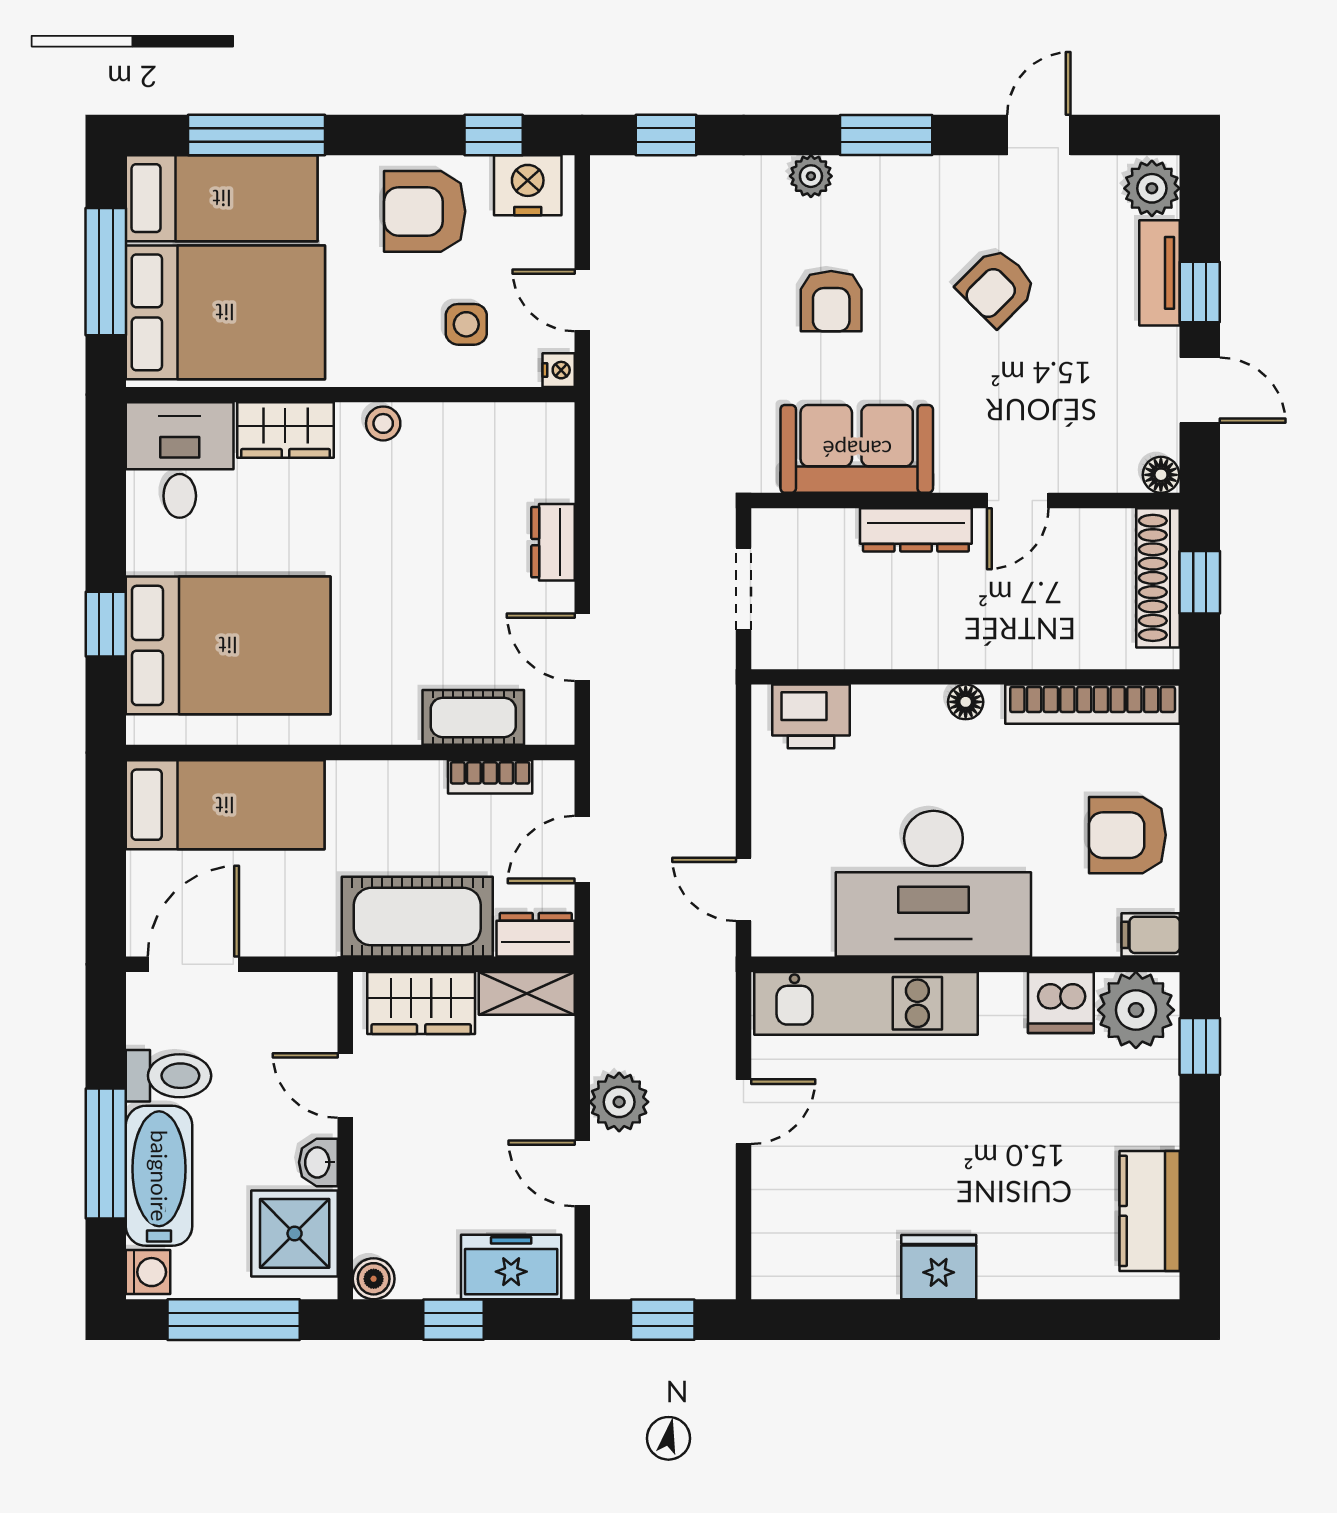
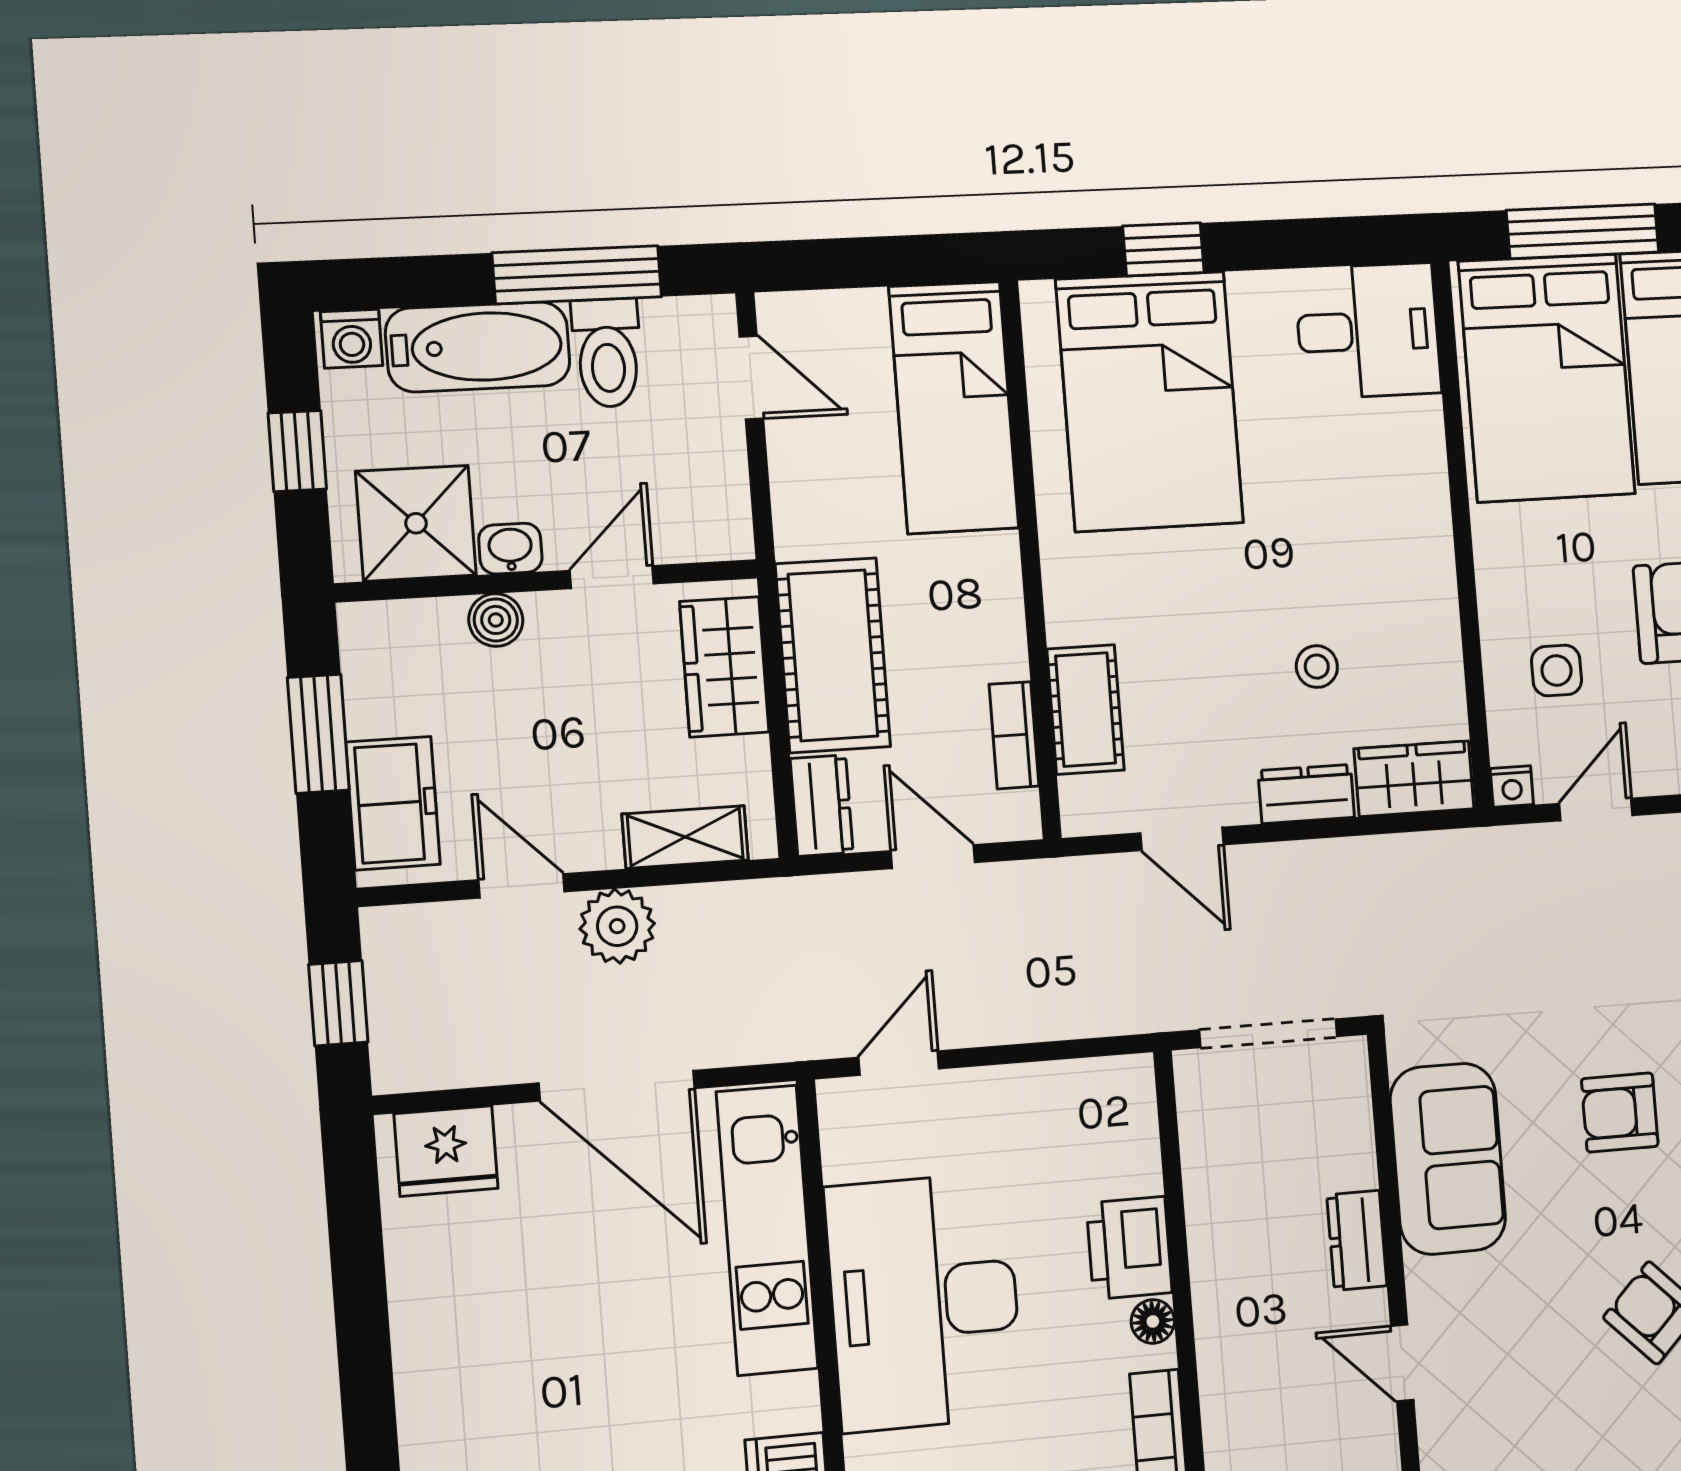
stool: (383, 423) -> (1317, 667), moved
wardrobe: (285, 430) -> (1414, 779), moved, turned 90
dresser: (916, 530) -> (1357, 1240), width x0.70
doorway: (744, 589) -> (1269, 1033), width x1.38
door: (582, 647) -> (1182, 839), swing flipped
printer: (811, 716) -> (1129, 1248), moved
door: (193, 964) -> (751, 377), width x0.73
shelving: (527, 993) -> (685, 837), moved, turned 90
door: (744, 1112) -> (617, 1086), width x1.87
window: (106, 1153) -> (577, 275), moved
door: (582, 1173) -> (522, 886), hinge flipped
fridge: (939, 1267) -> (446, 1151), moved, turned 90
boiler: (374, 1279) -> (496, 620), moved
window: (234, 1320) -> (297, 451), width x0.46
window: (454, 1320) -> (318, 734), width x1.50

